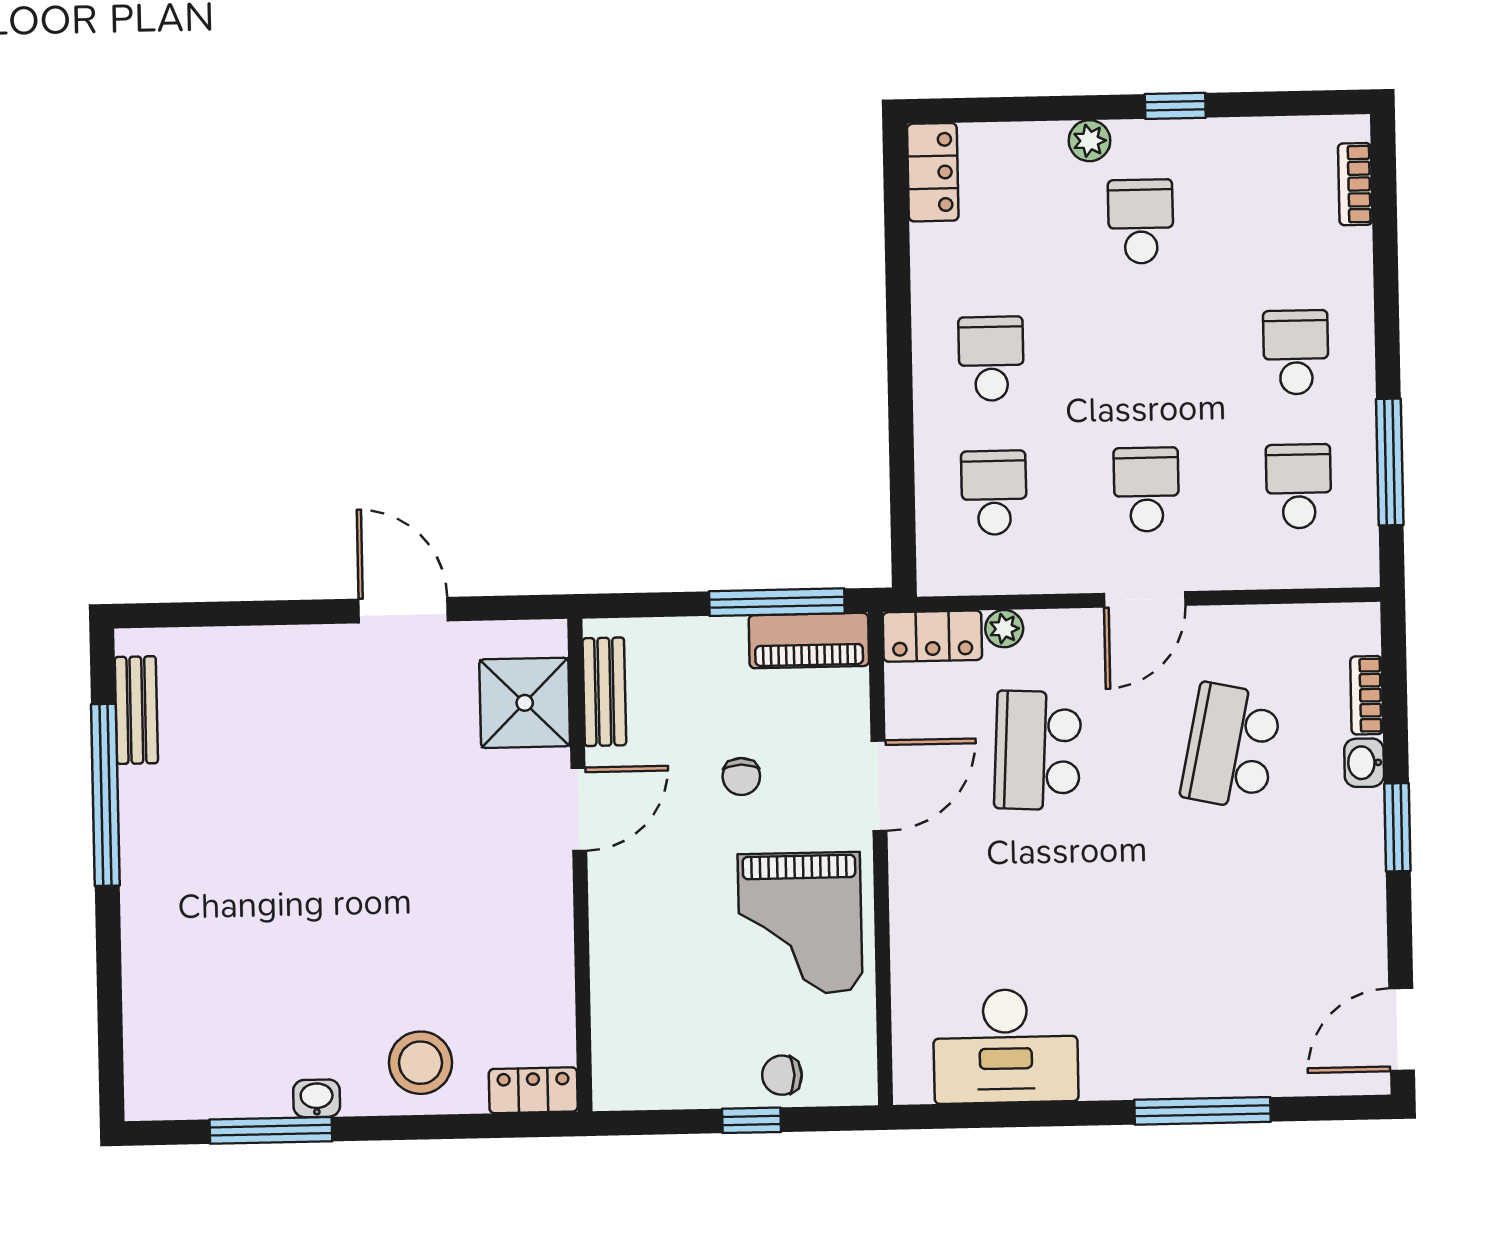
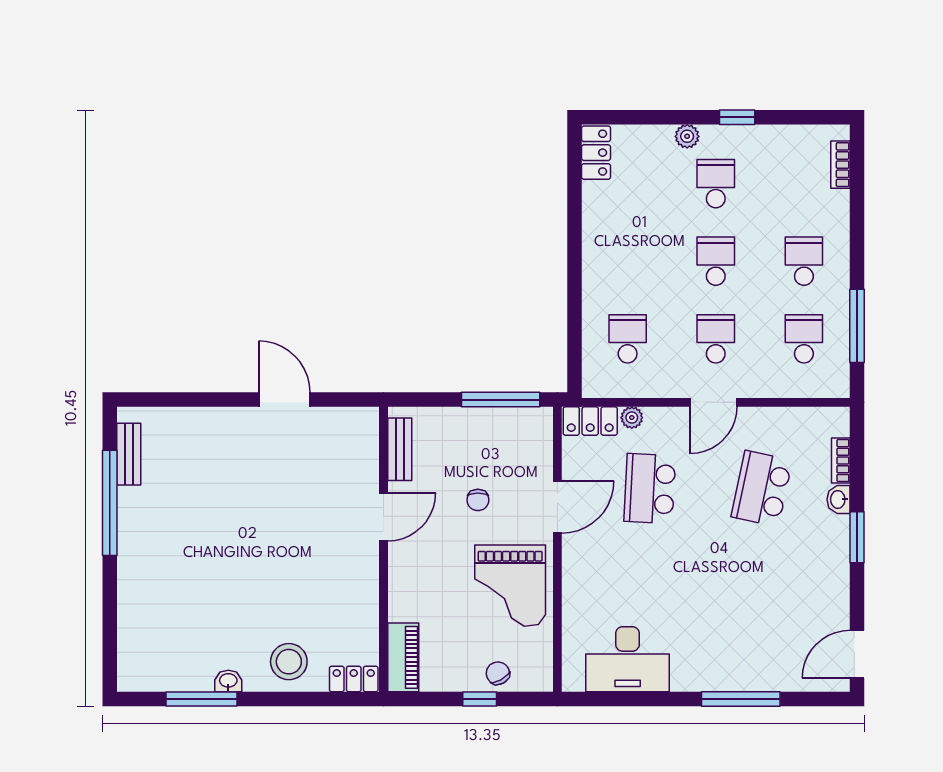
school desk: (991, 359) -> (716, 261), moved
piano: (809, 641) -> (403, 657), moved, turned -90
shower: (525, 703) -> (353, 455), removed
chair: (782, 1075) -> (498, 673), turned 61

